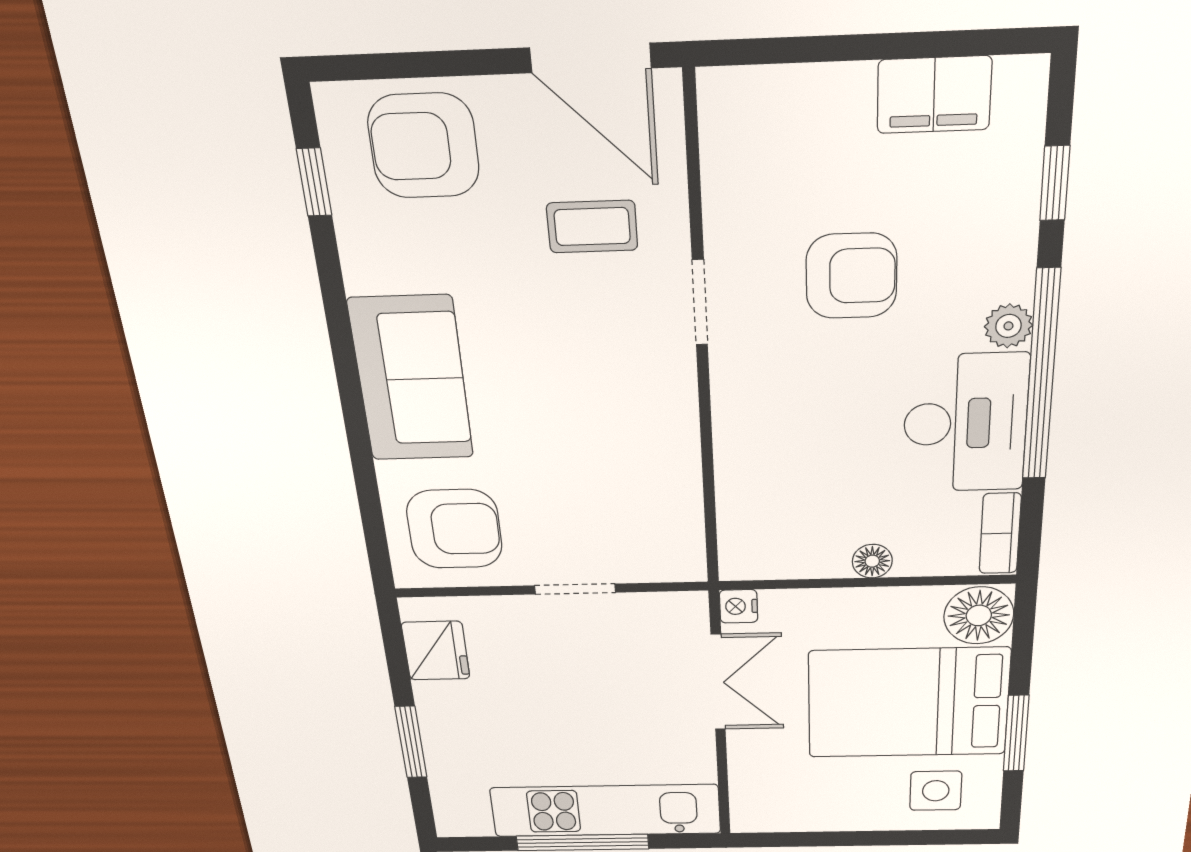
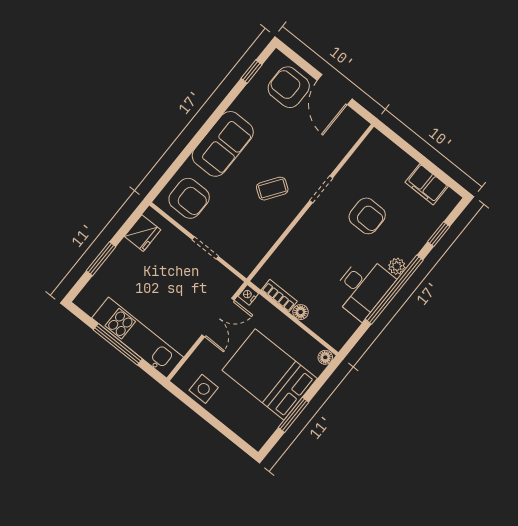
door: (590, 58) -> (335, 90), moved
coffee table: (592, 227) -> (272, 189), moved, turned -55
bookcase: (1000, 533) -> (279, 296), moved, turned 90
floor lamp: (979, 615) -> (325, 357), width x0.53, depth x0.53
side table: (936, 791) -> (204, 389), moved

